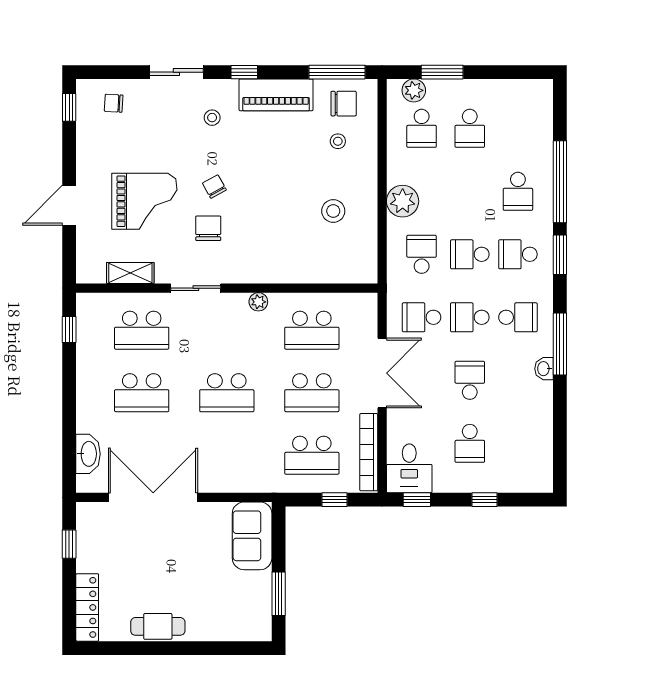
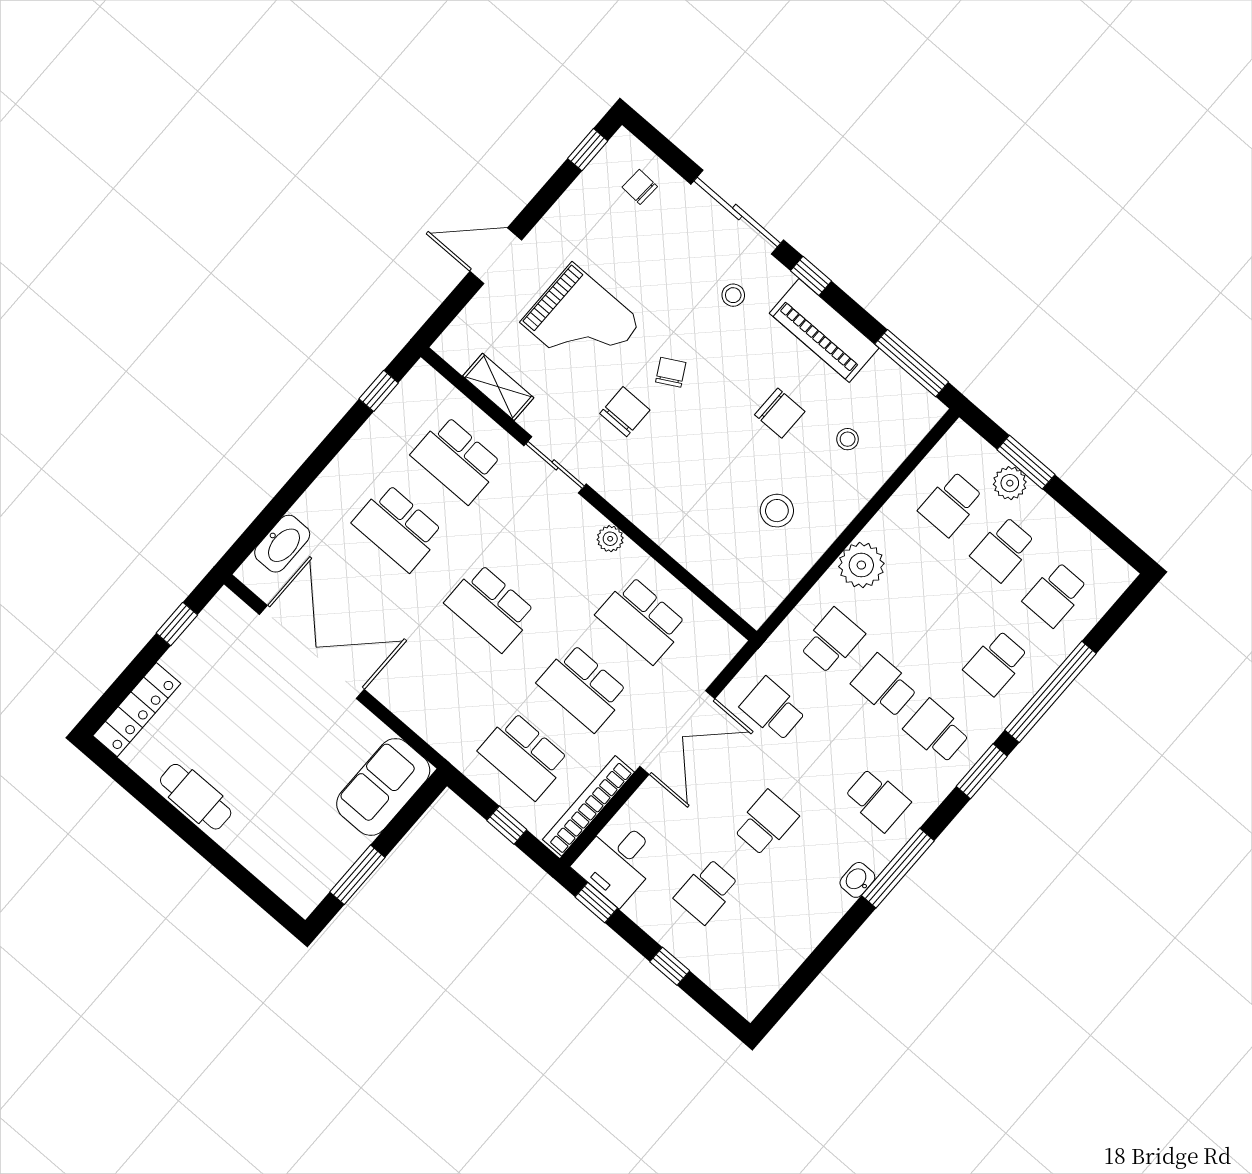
sliding door: (176, 72) -> (737, 212), width x1.37
plant: (414, 90) -> (1010, 483), moved
chair: (344, 104) -> (780, 413), moved
school desk: (470, 317) -> (1055, 594), moved, turned -90

